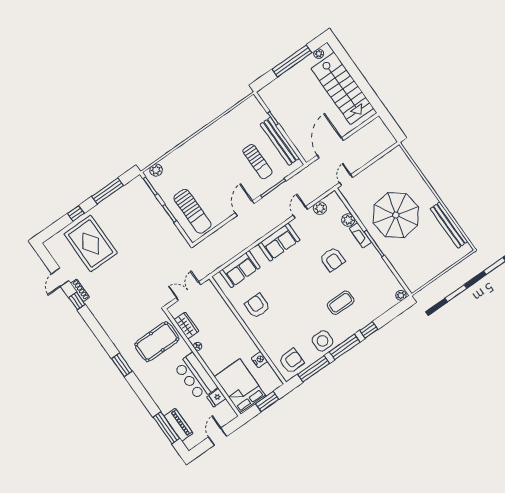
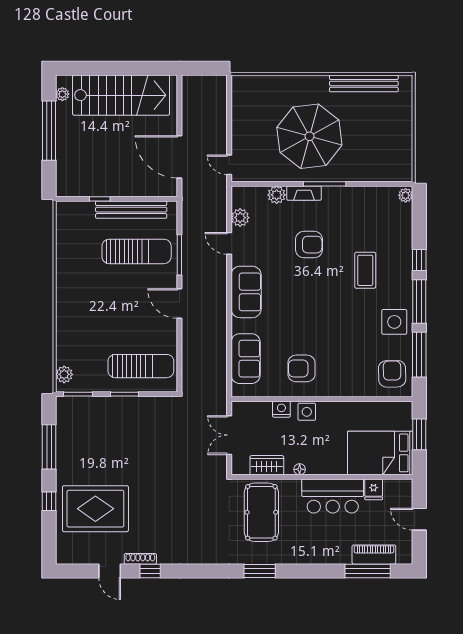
sun lounger: (258, 162) -> (137, 251), width x1.36, depth x1.34
side table: (234, 327) -> (307, 412), added
nightstand: (259, 360) -> (281, 409), moved

